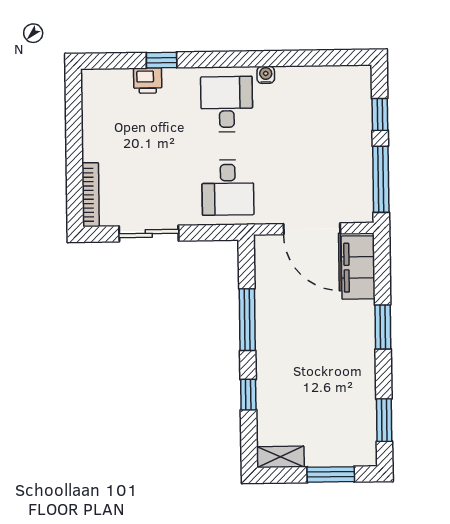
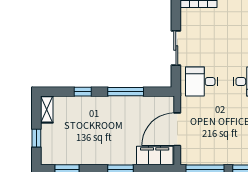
sliding door: (149, 233) -> (176, 48), moved
window: (331, 474) -> (36, 138), width x0.67

